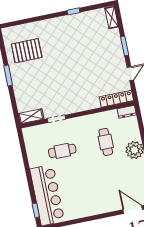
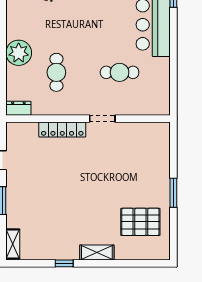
locker: (116, 99) -> (62, 129), moved
shelving: (31, 116) -> (97, 253), moved
doorway: (57, 119) -> (102, 119), moved

